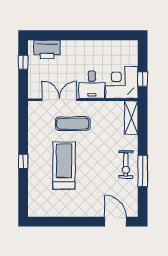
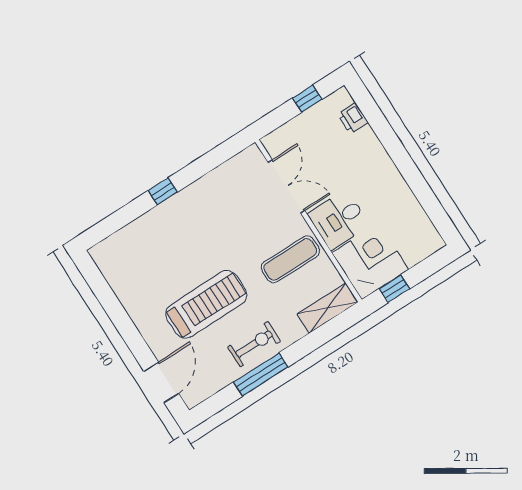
printer: (47, 49) -> (353, 118), width x0.53, depth x0.68
exercise mat: (73, 124) -> (290, 259), moved, turned 90
exercise bike: (126, 165) -> (254, 344), turned 180
treadmill: (64, 166) -> (206, 304), moved

